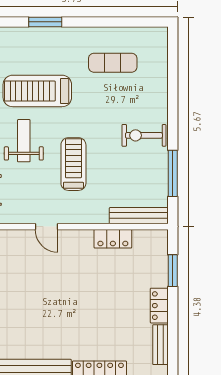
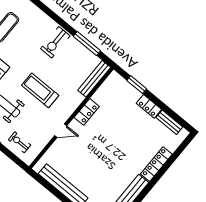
locker: (113, 239) -> (87, 112), moved

